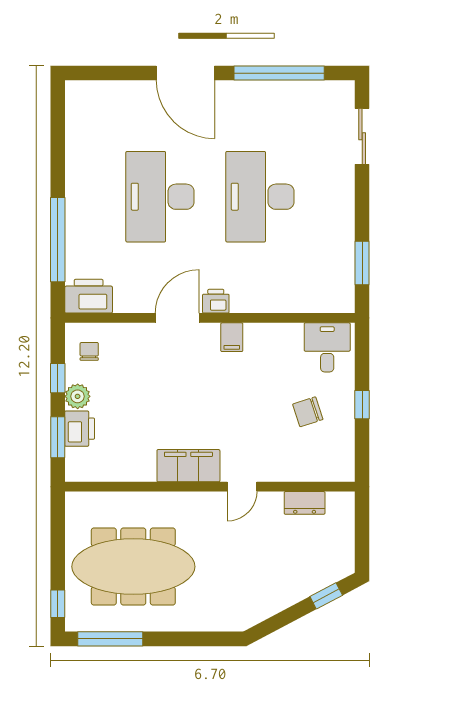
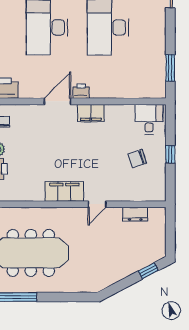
filing cabinet: (232, 337) -> (91, 113), width x2.00

